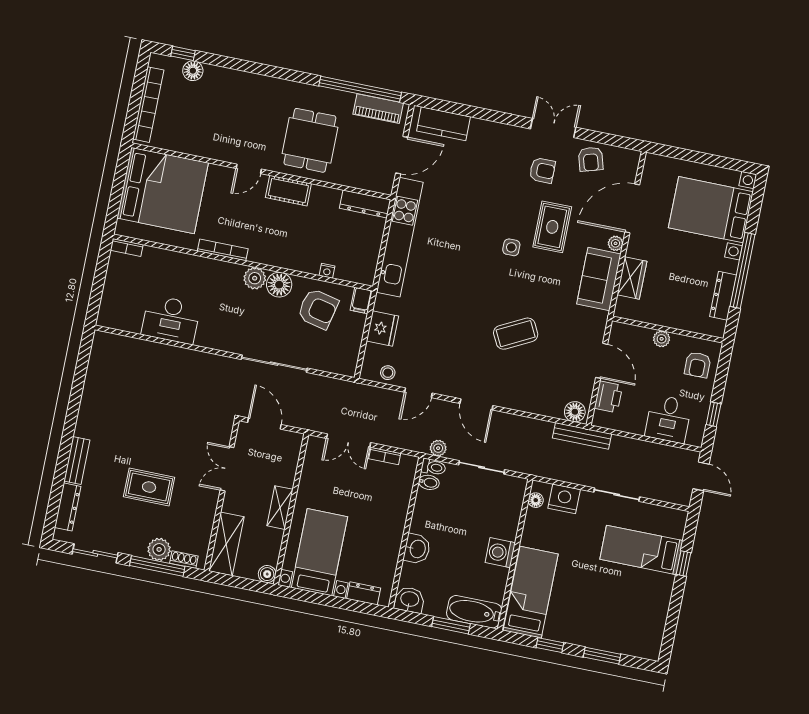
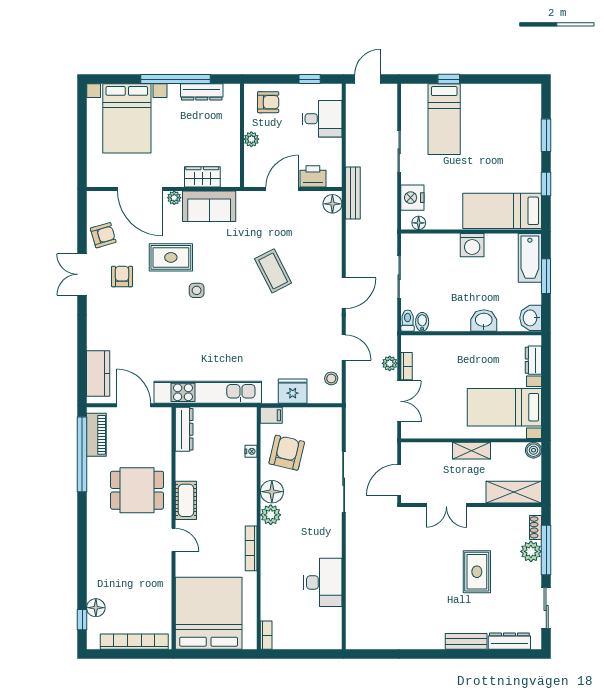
plant: (438, 448) -> (390, 363), moved

